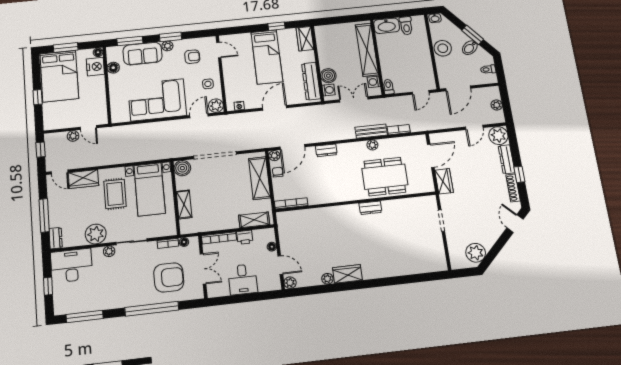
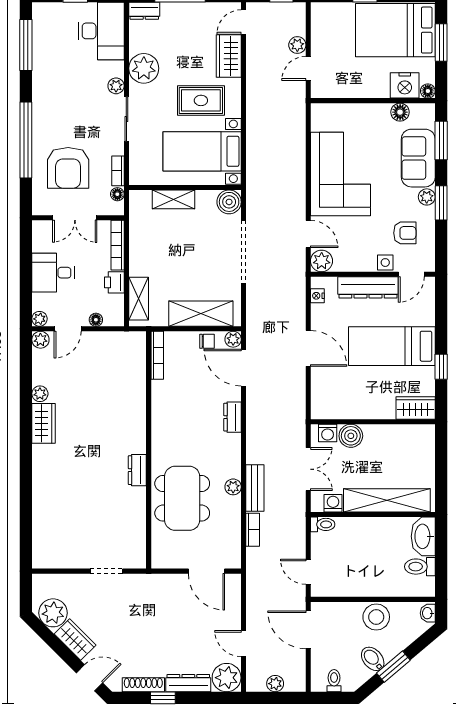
armchair: (192, 57) -> (405, 233), turned -90
dresser: (311, 81) -> (368, 287), moved, turned 180
side table: (208, 84) -> (385, 263), moved
wardrobe: (444, 181) -> (75, 640), moved, turned -135
plant: (276, 285) -> (39, 319), added

